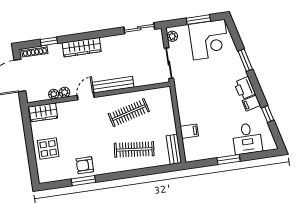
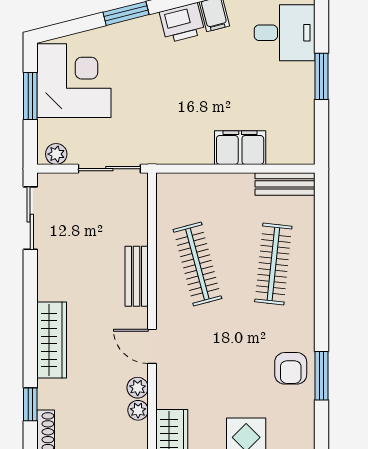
bench: (113, 85) -> (137, 276), width x0.73
filing cabinet: (189, 131) -> (240, 148), width x2.00

